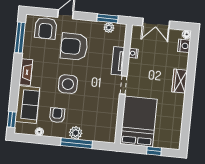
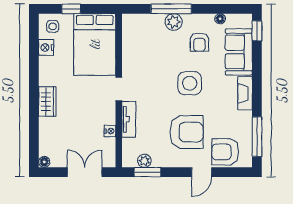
armchair: (46, 28) -> (225, 152), turned -90
nightstand: (184, 46) -> (46, 47), moved
side table: (170, 139) -> (53, 26), added

